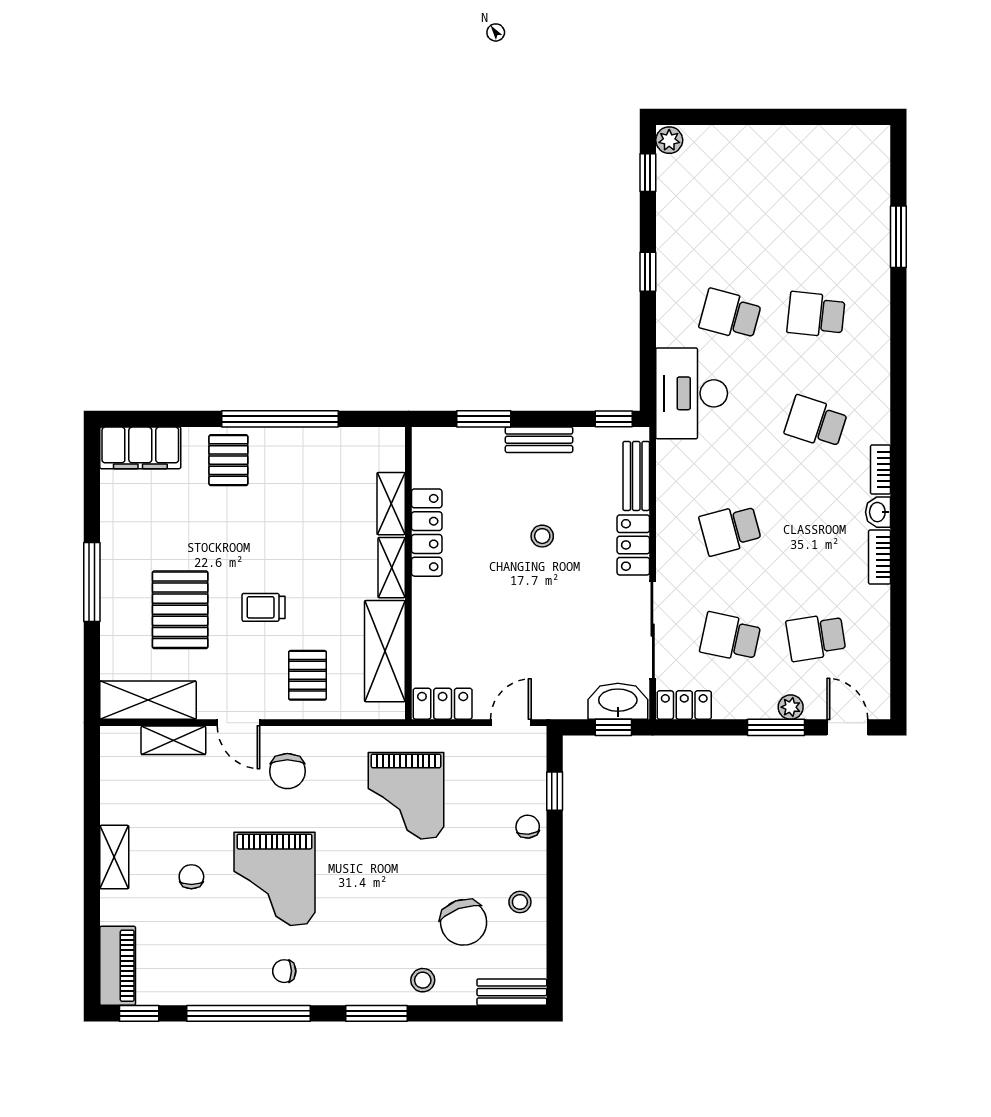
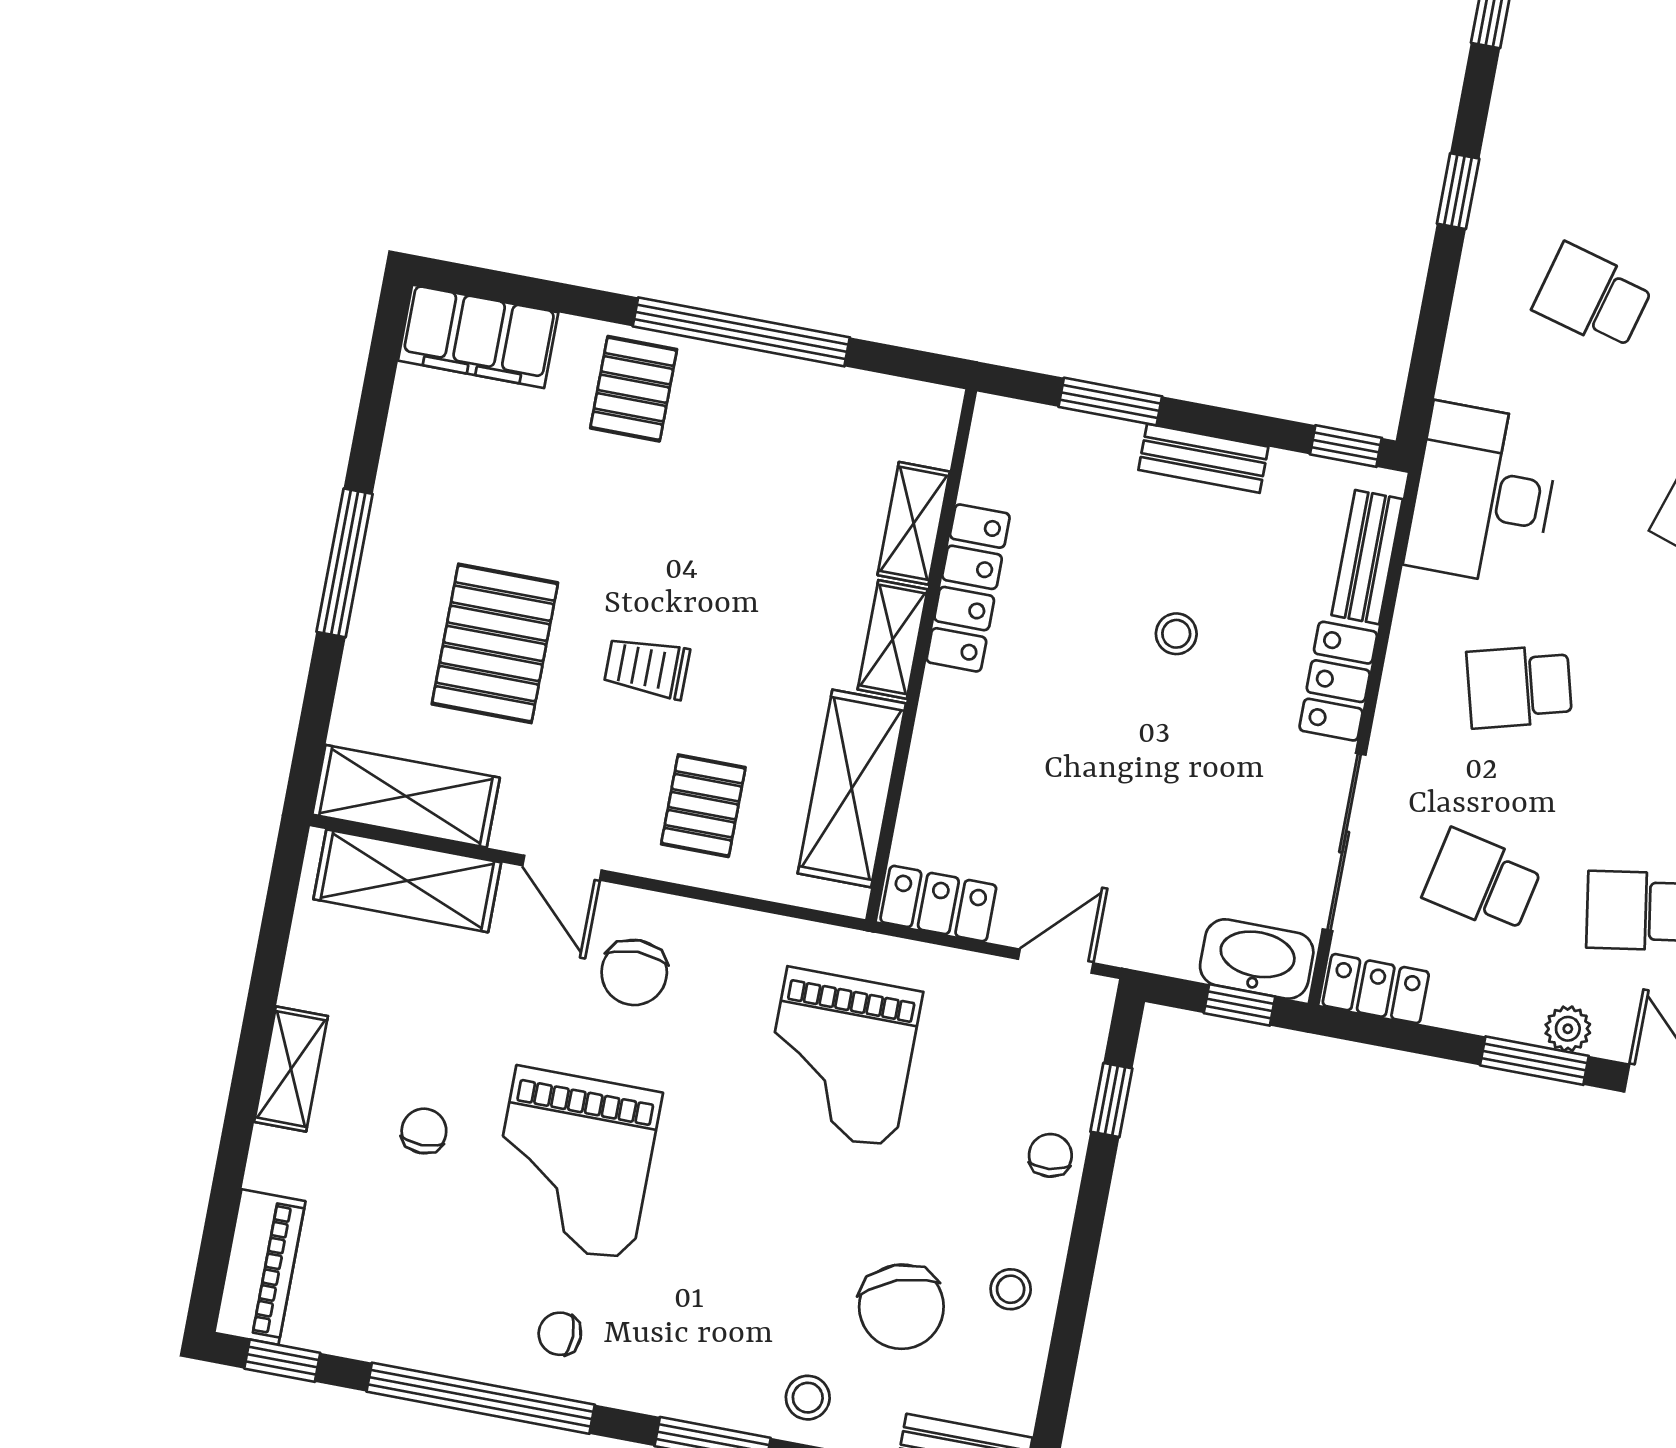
desk: (692, 393) -> (1483, 494), moved
shelving: (173, 740) -> (407, 881), width x1.50, depth x1.33

